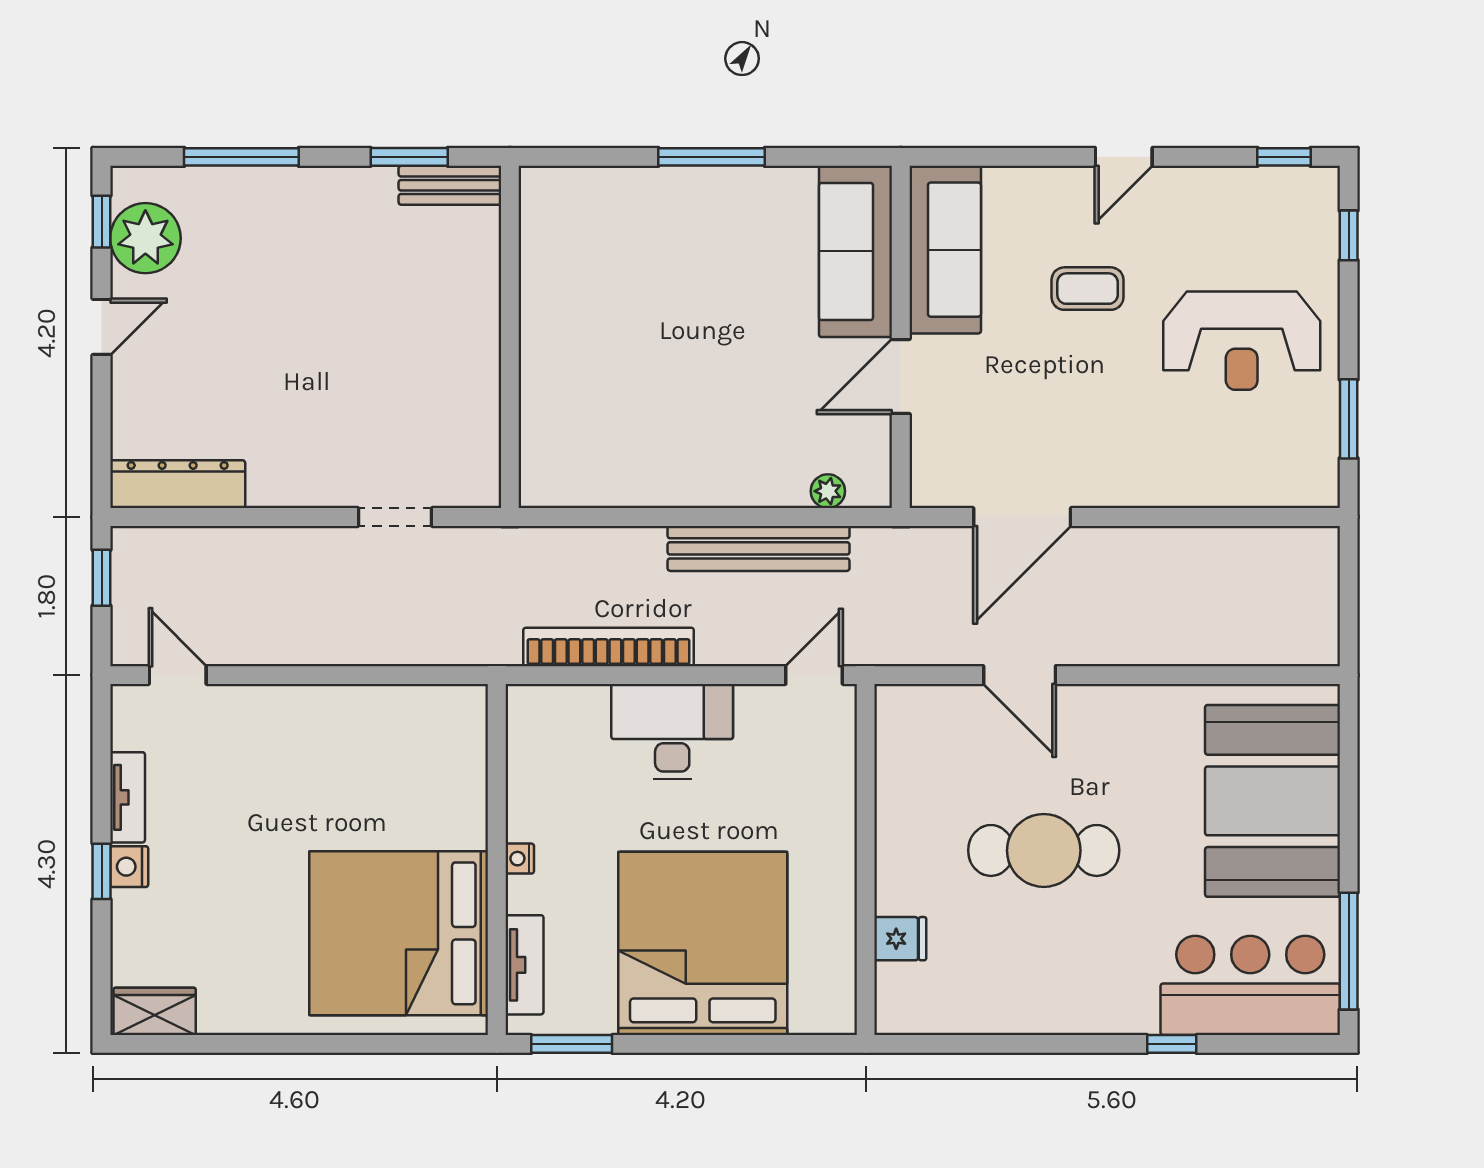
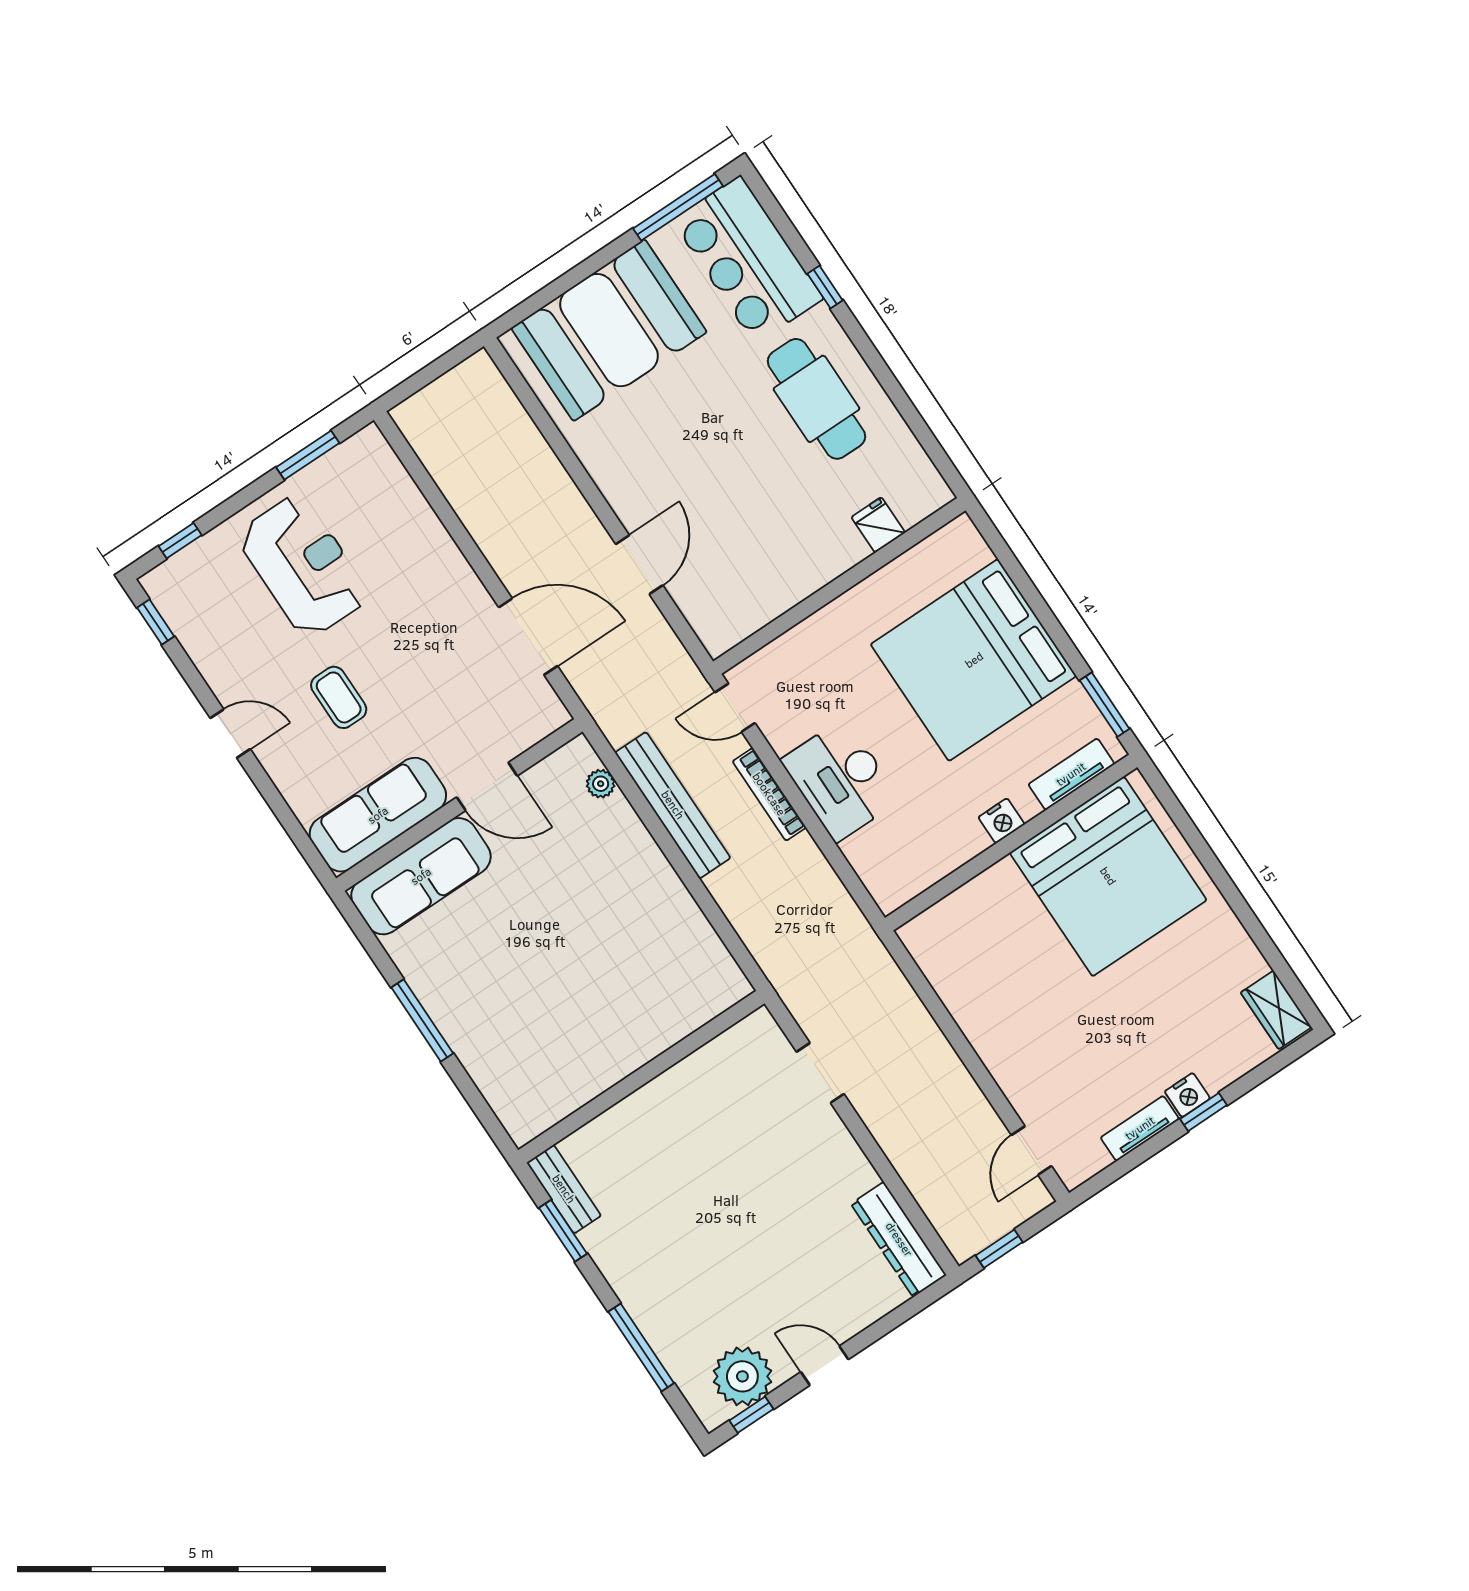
bookcase: (609, 647) -> (769, 794), moved, width x0.68, depth x0.76
cafe table: (1044, 850) -> (817, 399), moved
nightstand: (520, 859) -> (1001, 821), width x1.39, depth x1.35

